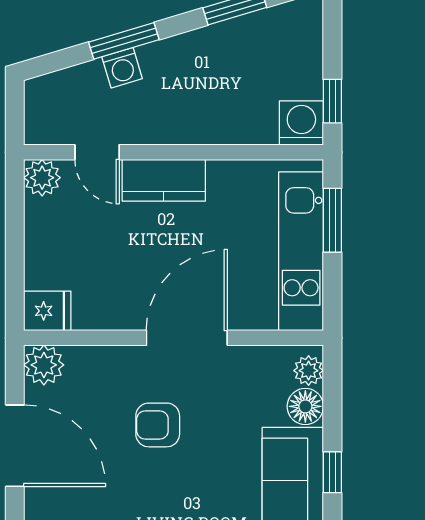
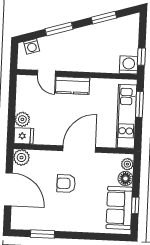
washing machine: (122, 68) -> (32, 46), moved
plant: (42, 178) -> (22, 119), moved

